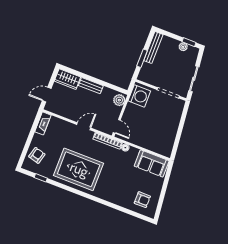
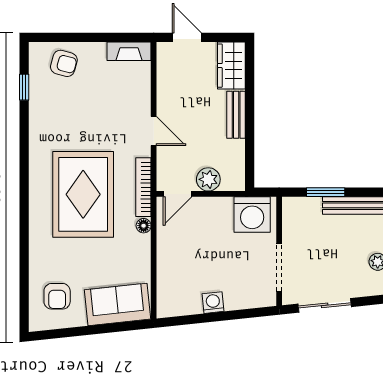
plant: (119, 100) -> (208, 179), moved
washing machine: (173, 129) -> (213, 303), added
sofa: (152, 163) -> (118, 304), moved, turned 84
rug: (79, 169) -> (83, 194), moved

